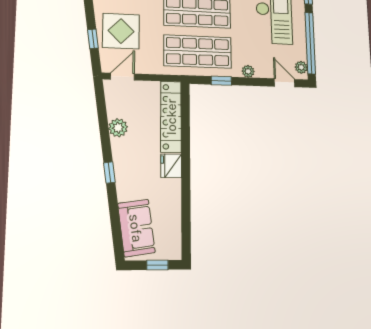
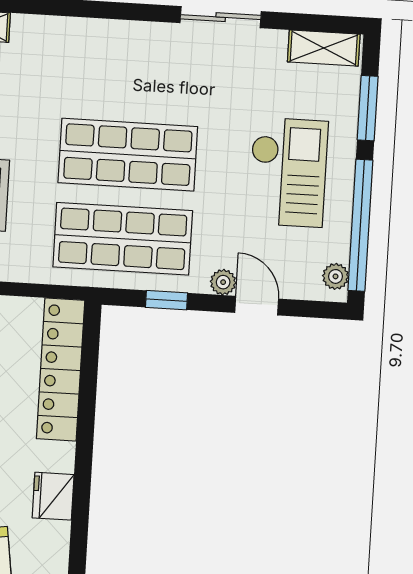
door: (285, 83) -> (257, 306), moved
fridge: (171, 166) -> (53, 496), moved

